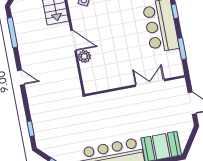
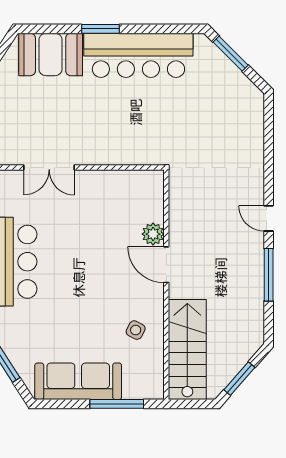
window: (12, 33) -> (269, 275), moved
window: (31, 129) -> (269, 127), removed

